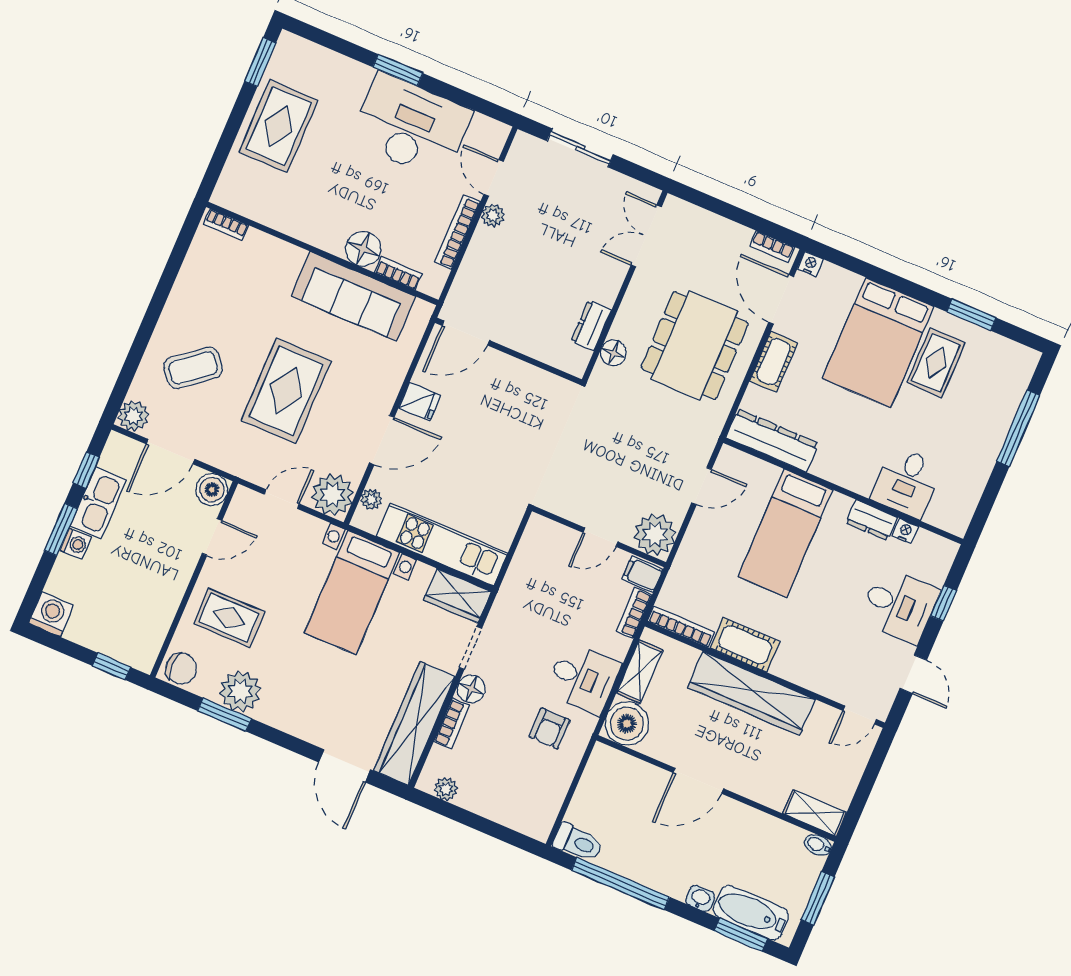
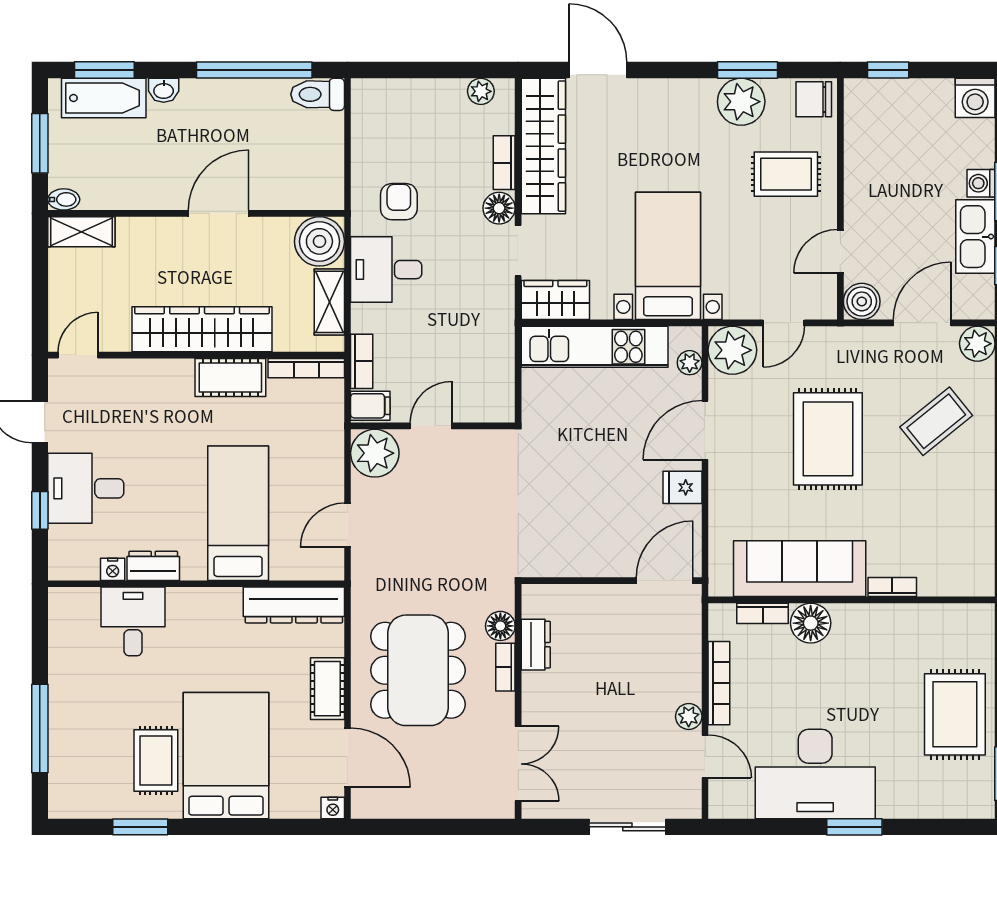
bookcase: (226, 225) -> (892, 587), moved
bookcase: (772, 247) -> (505, 667), moved, turned -90

